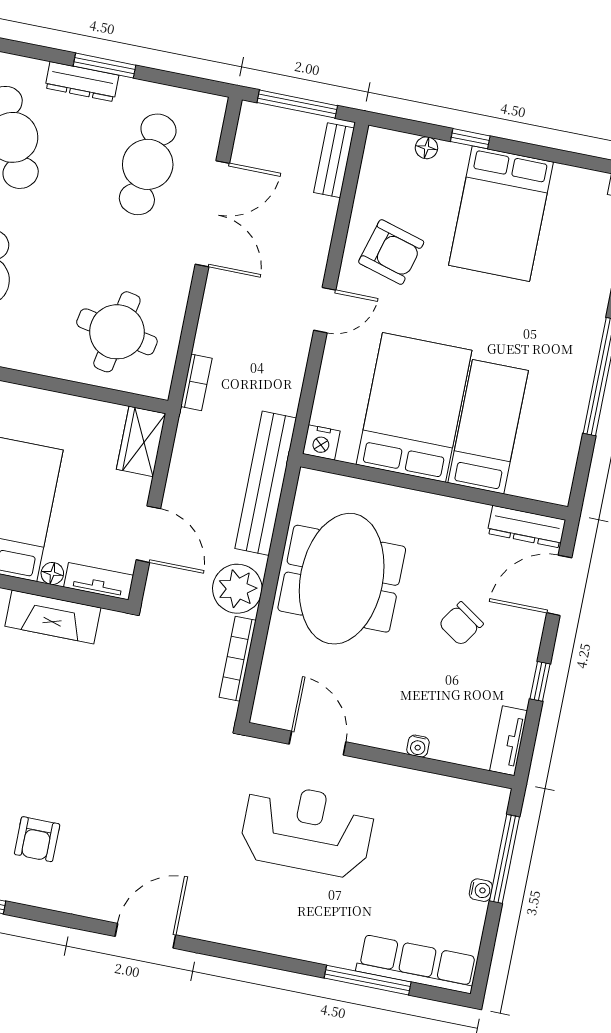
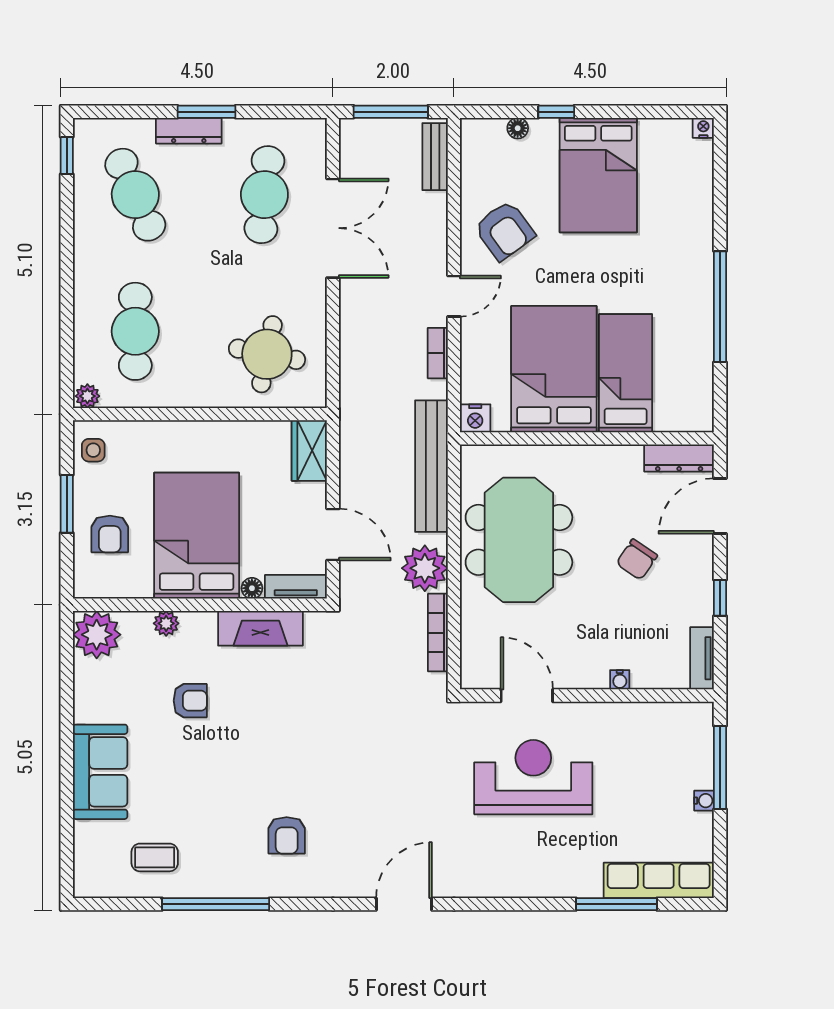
armchair: (391, 252) -> (504, 231), turned 38
bookcase: (196, 382) -> (438, 353), moved, turned 180

